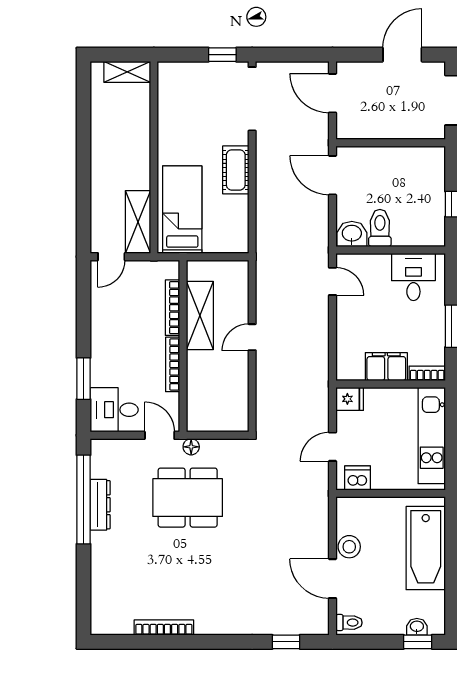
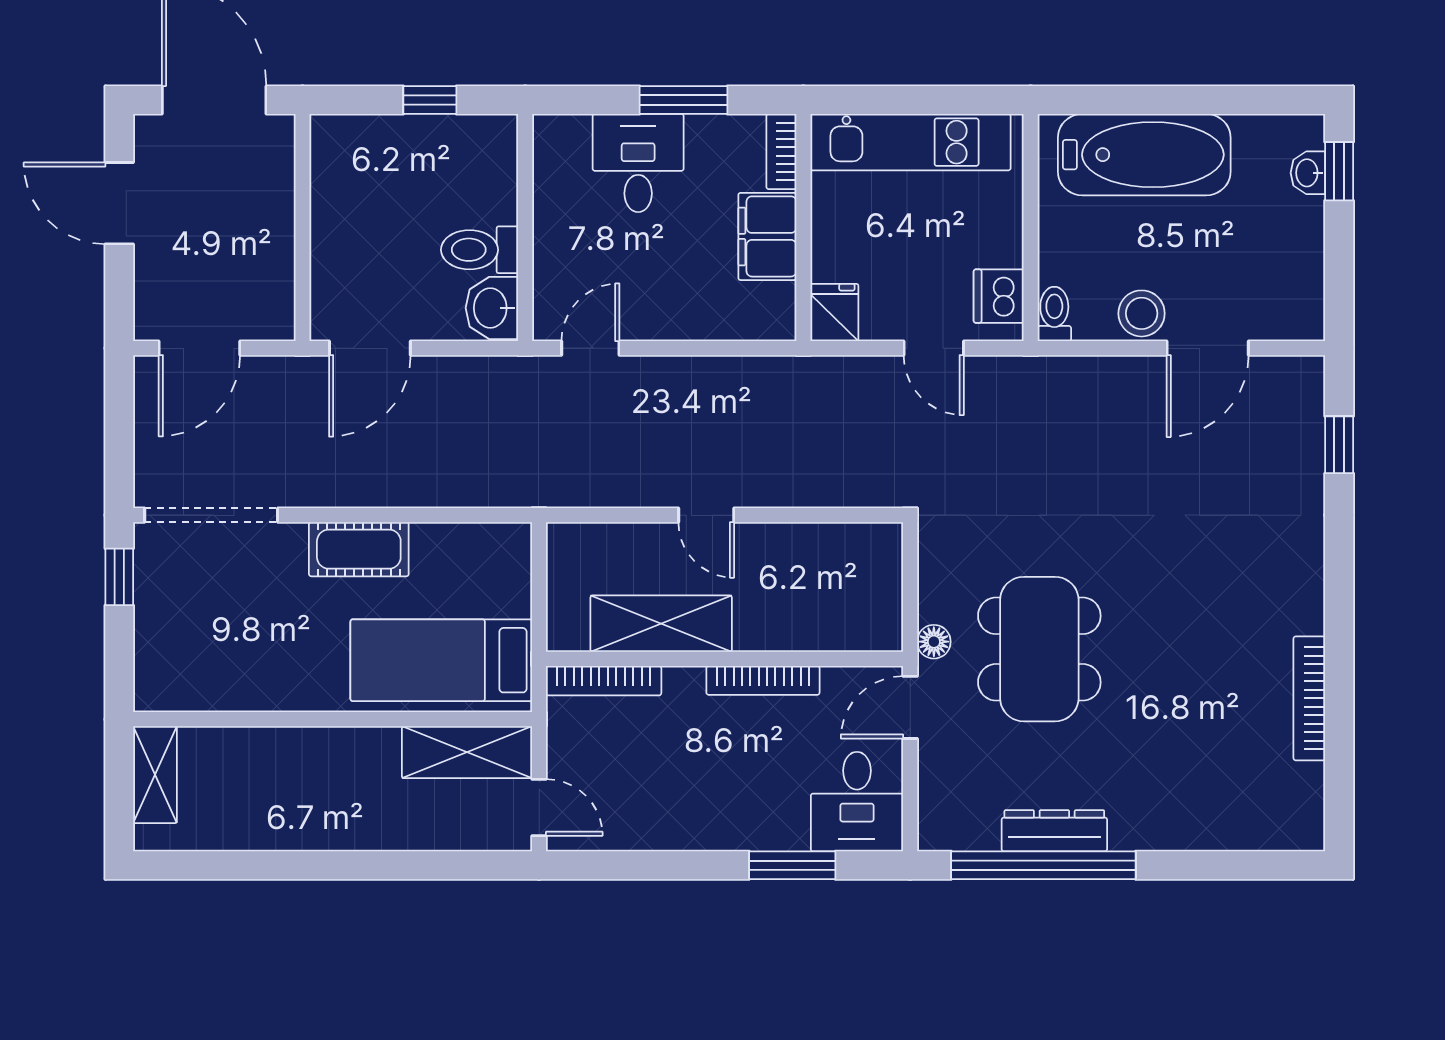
desk: (413, 277) -> (638, 163), moved, turned 90
bookcase: (172, 308) -> (604, 681), moved
toilet: (349, 623) -> (1054, 314), moved

